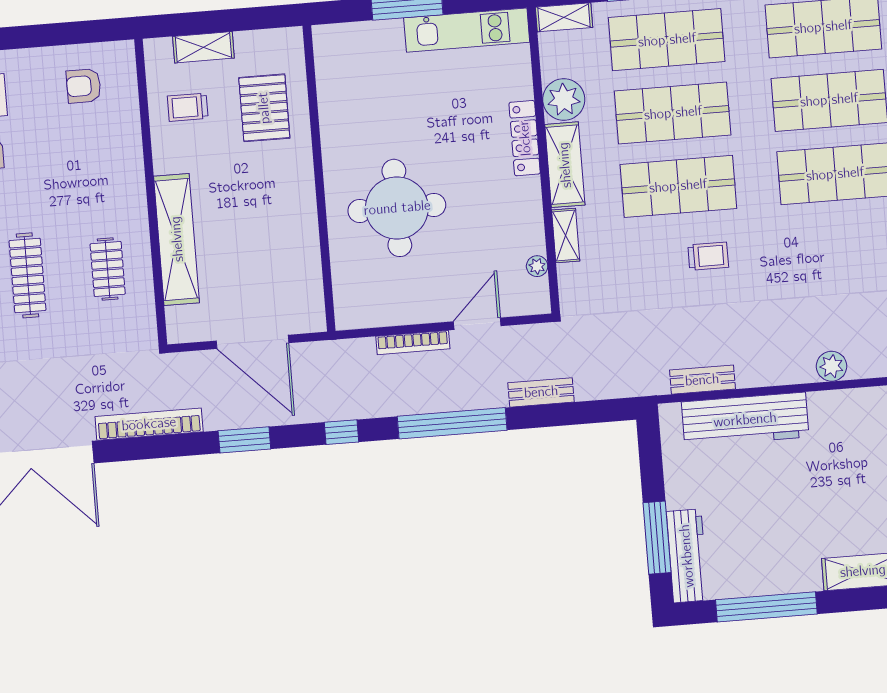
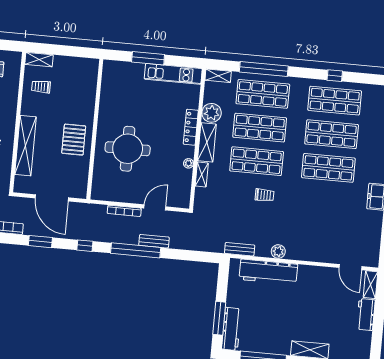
shelving: (203, 47) -> (39, 60), moved
pallet: (264, 108) -> (74, 140), moved
plant: (537, 266) -> (188, 163), moved
plant: (832, 366) -> (278, 251), moved
bench: (702, 380) -> (240, 249), moved
bench: (541, 392) -> (154, 241), moved

